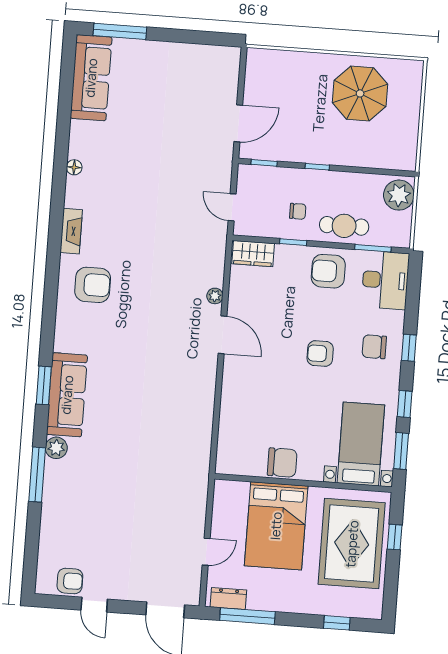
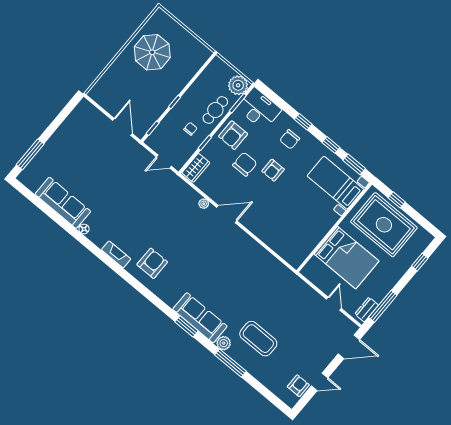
sofa: (91, 78) -> (63, 203), moved
plant: (399, 195) -> (238, 85), moved
chair: (282, 463) -> (245, 164), moved
coffee table: (93, 488) -> (258, 339), added

